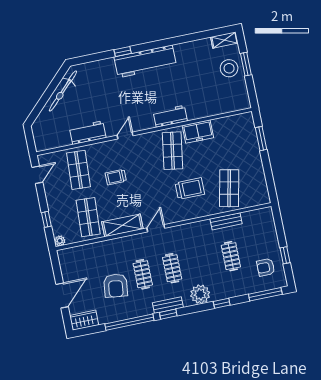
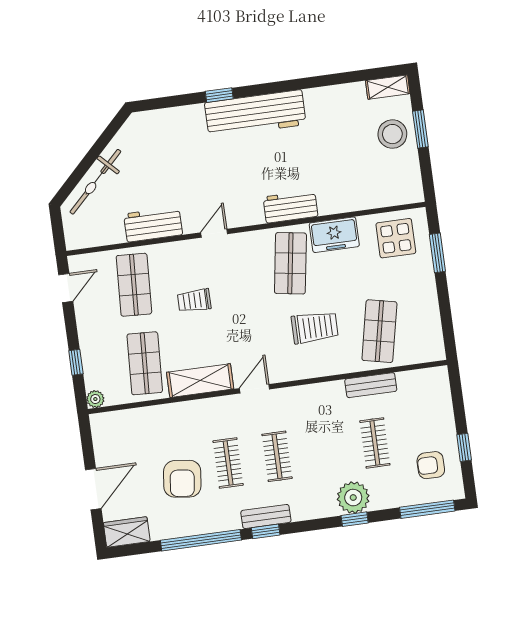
bicycle: (63, 91) -> (95, 182), moved
display table: (235, 131) -> (396, 238), added
plant: (200, 294) -> (353, 498), moved

